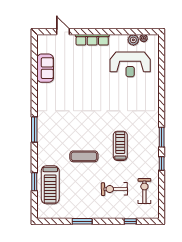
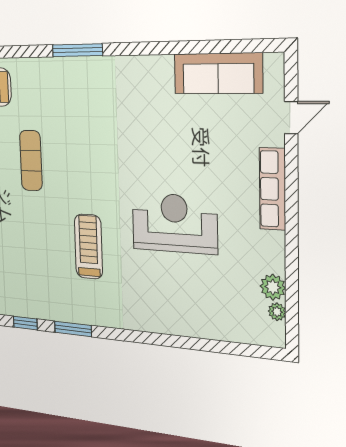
reception desk: (130, 64) -> (174, 223), moved, turned 90
sofa: (45, 68) -> (218, 73), width x1.36
treadmill: (120, 146) -> (88, 247), moved, turned -90

